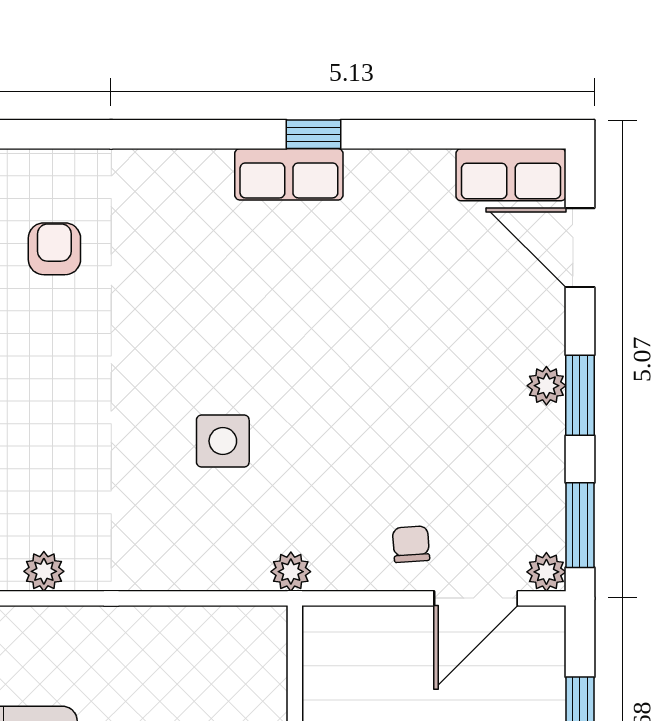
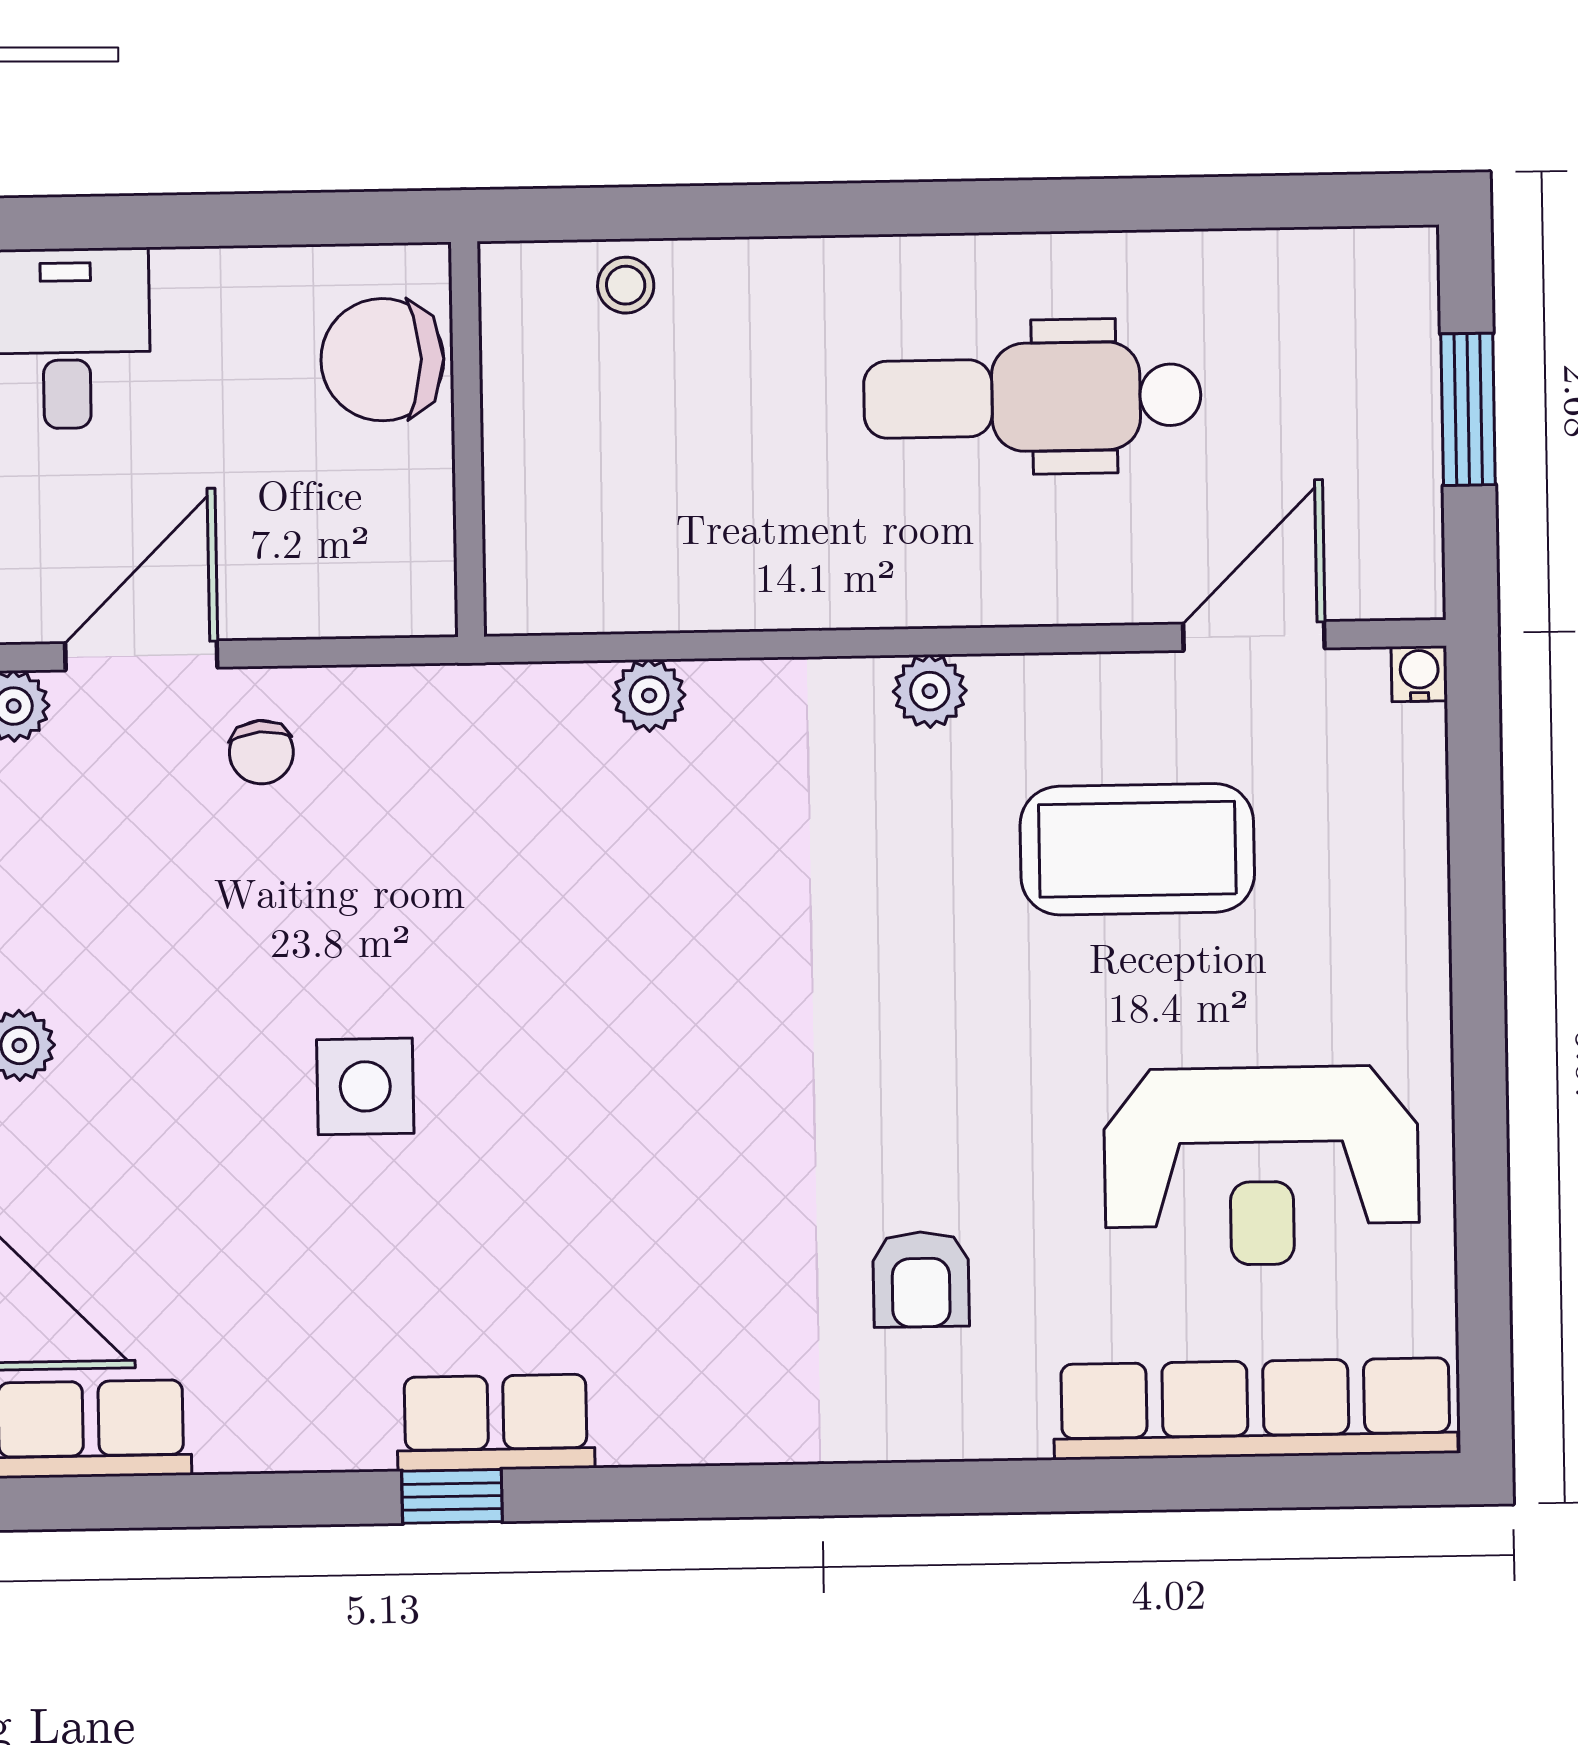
side table: (223, 441) -> (365, 1086), moved
plant: (291, 572) -> (649, 696), moved

